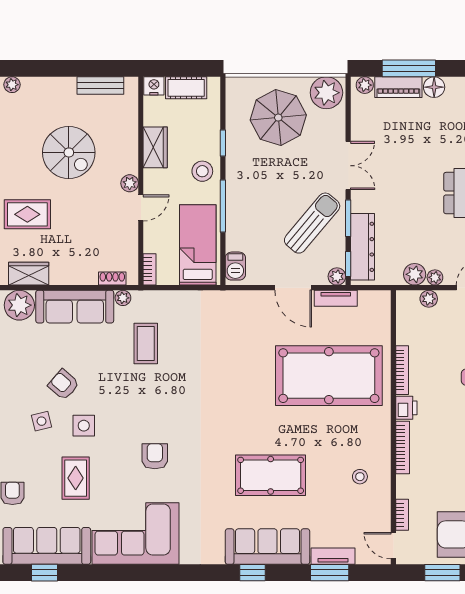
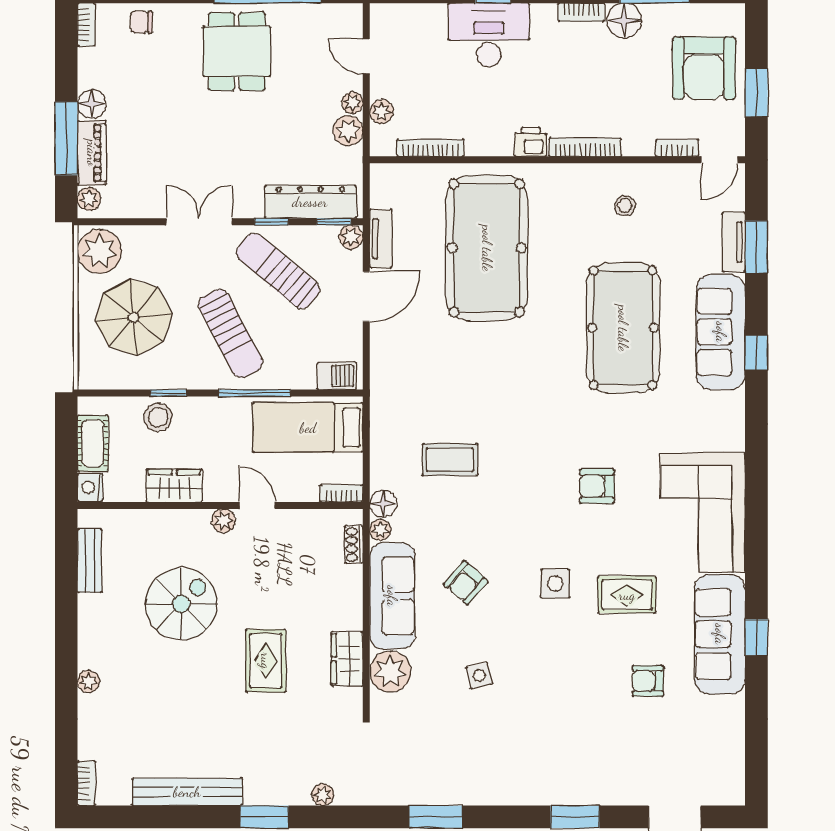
stool: (202, 171) -> (158, 417), moved
sun lounger: (266, 188) -> (230, 333), added
window: (348, 218) -> (271, 222), width x0.67
floor lamp: (142, 300) -> (383, 504), added
coffee table: (146, 343) -> (450, 460), moved
bookcase: (402, 370) -> (430, 148), moved
armchair: (64, 385) -> (466, 583), moved
side table: (42, 421) -> (479, 675), moved
pool table: (271, 475) -> (623, 328), width x1.36, depth x1.32

